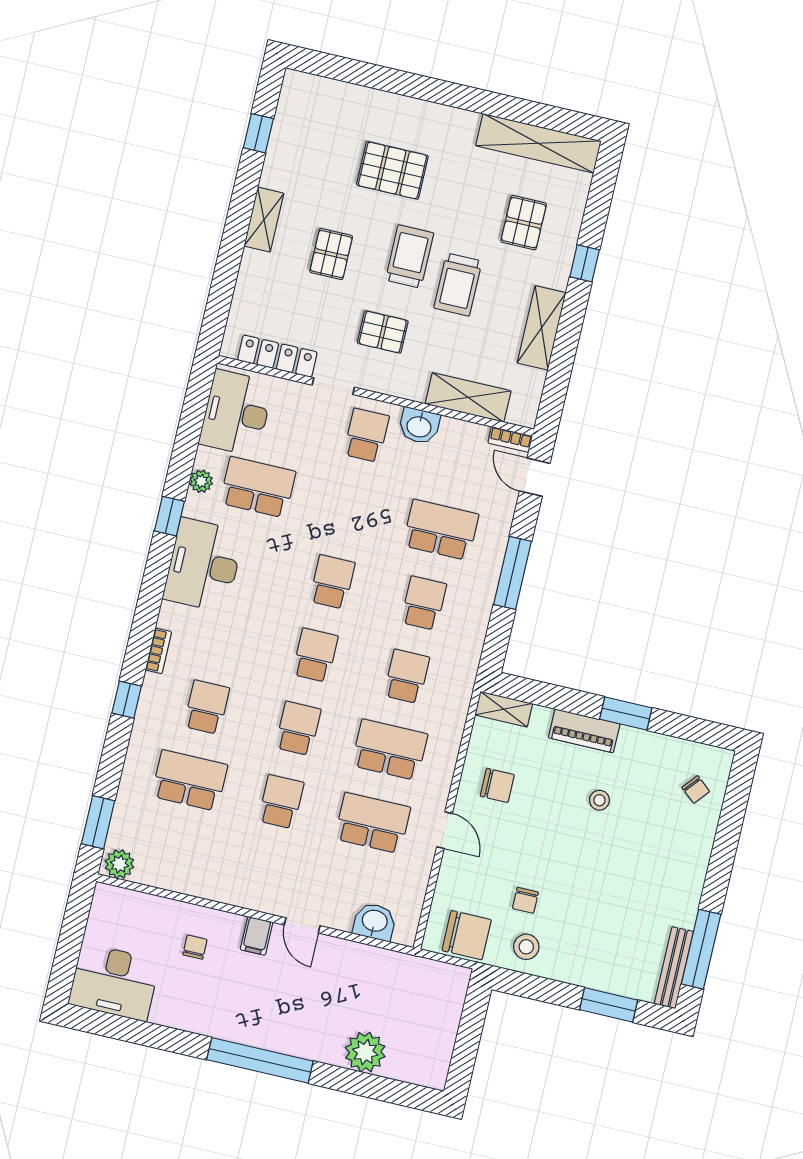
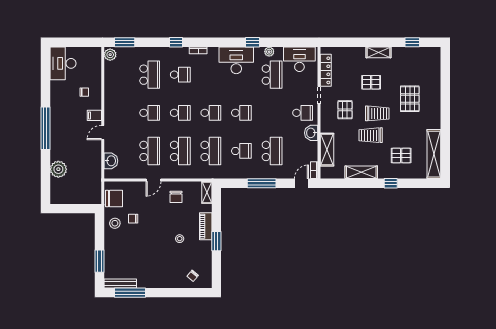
school desk: (407, 676) -> (211, 151), width x1.85
chair: (467, 935) -> (114, 199), turned -90

